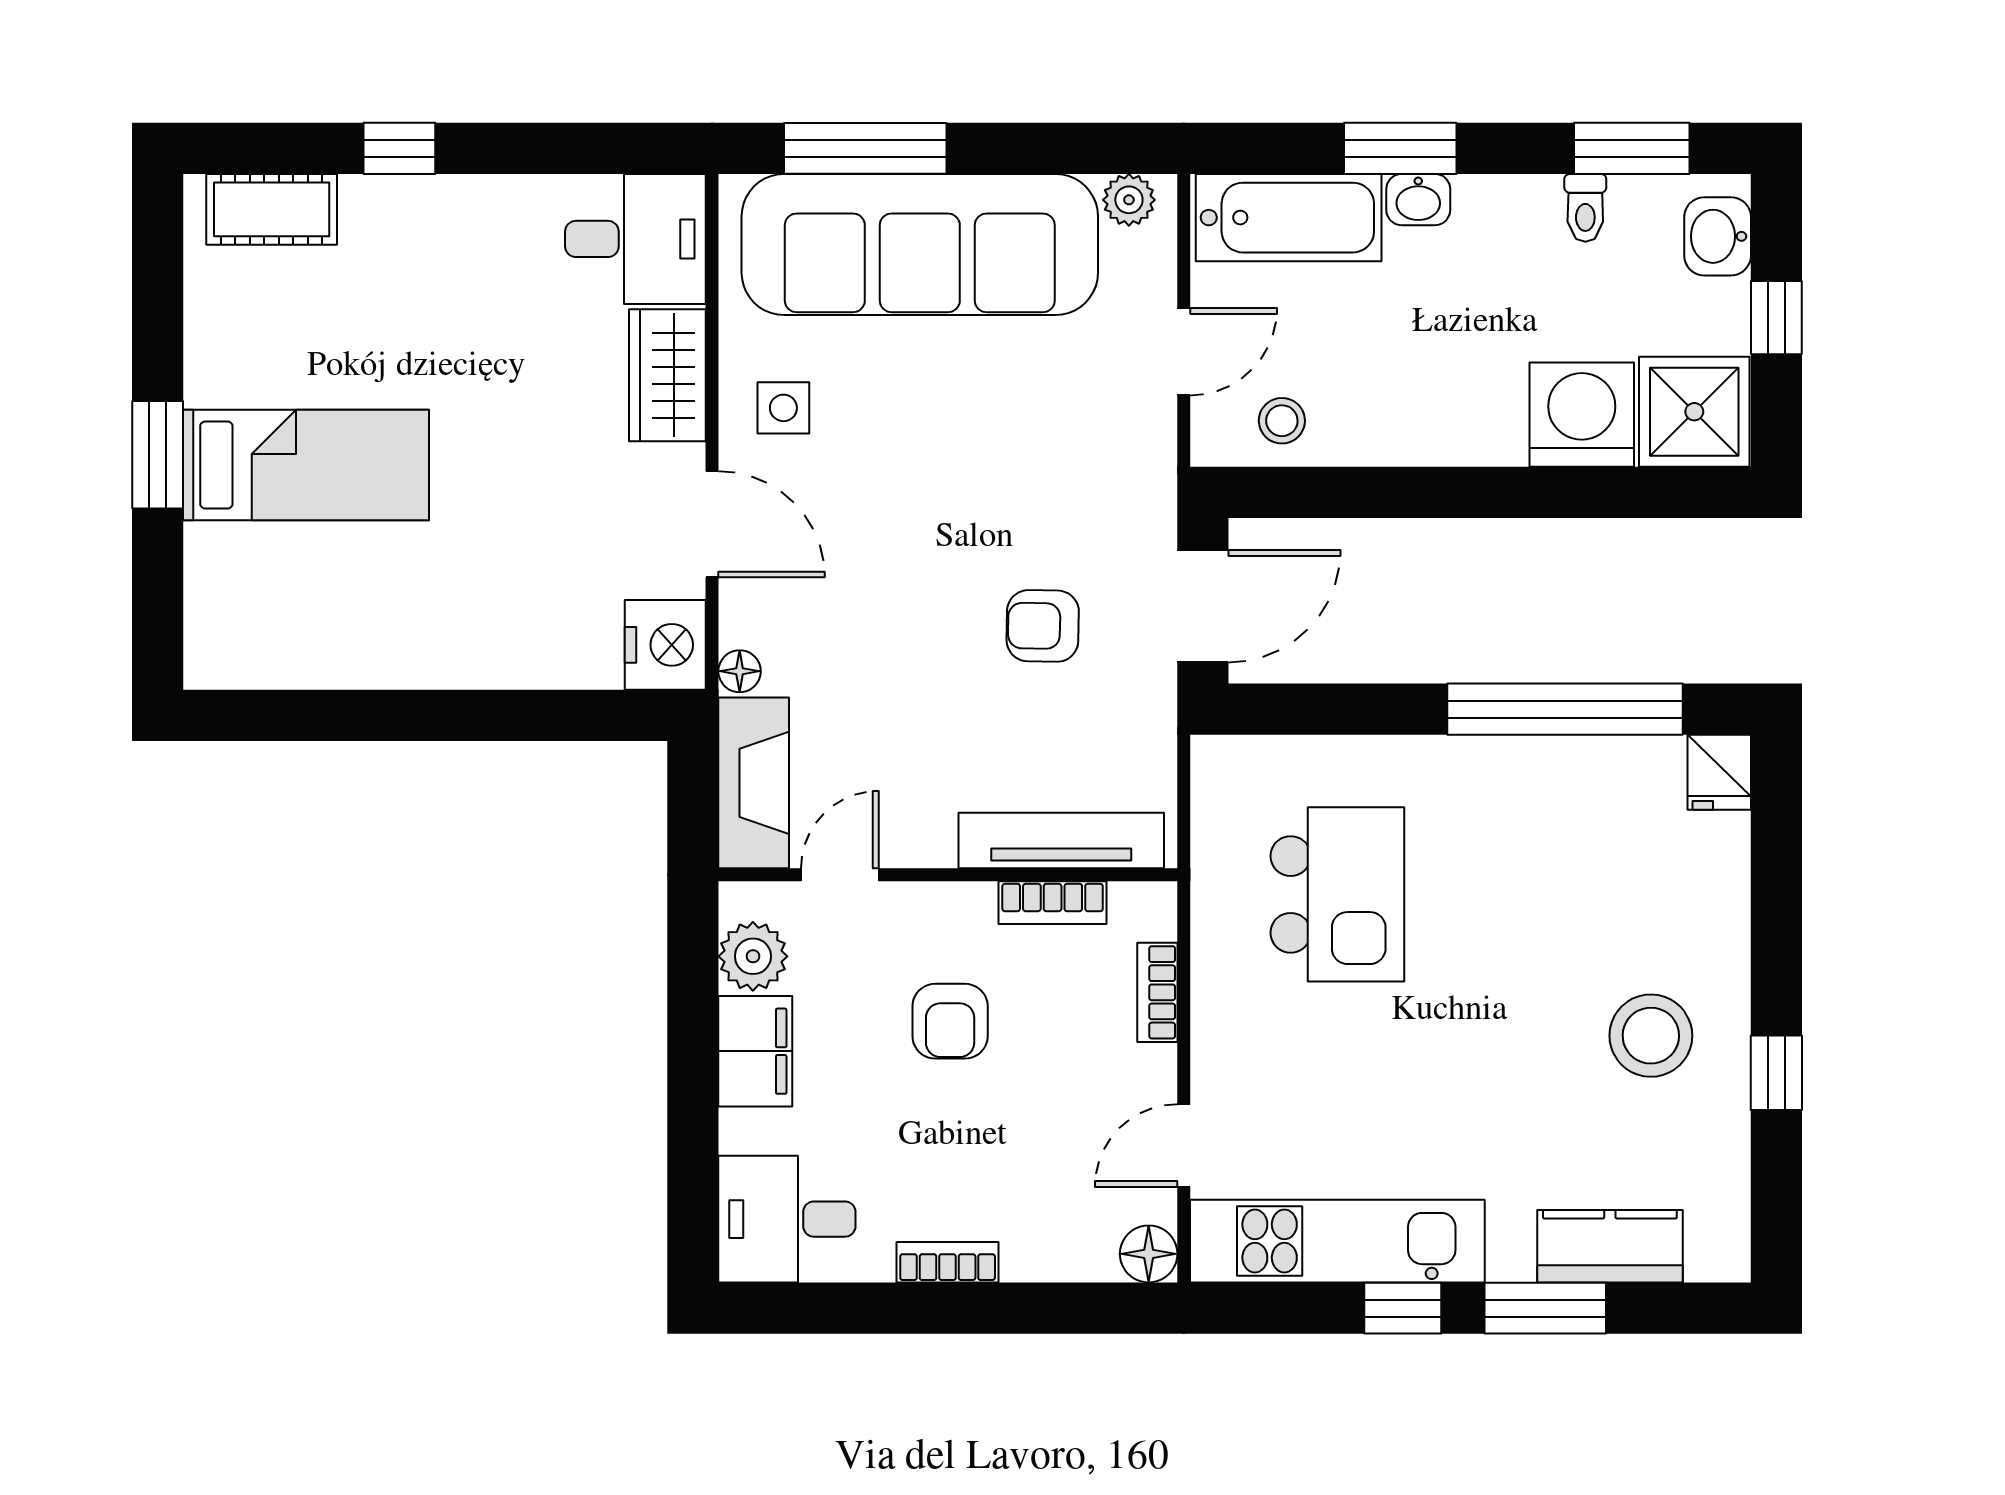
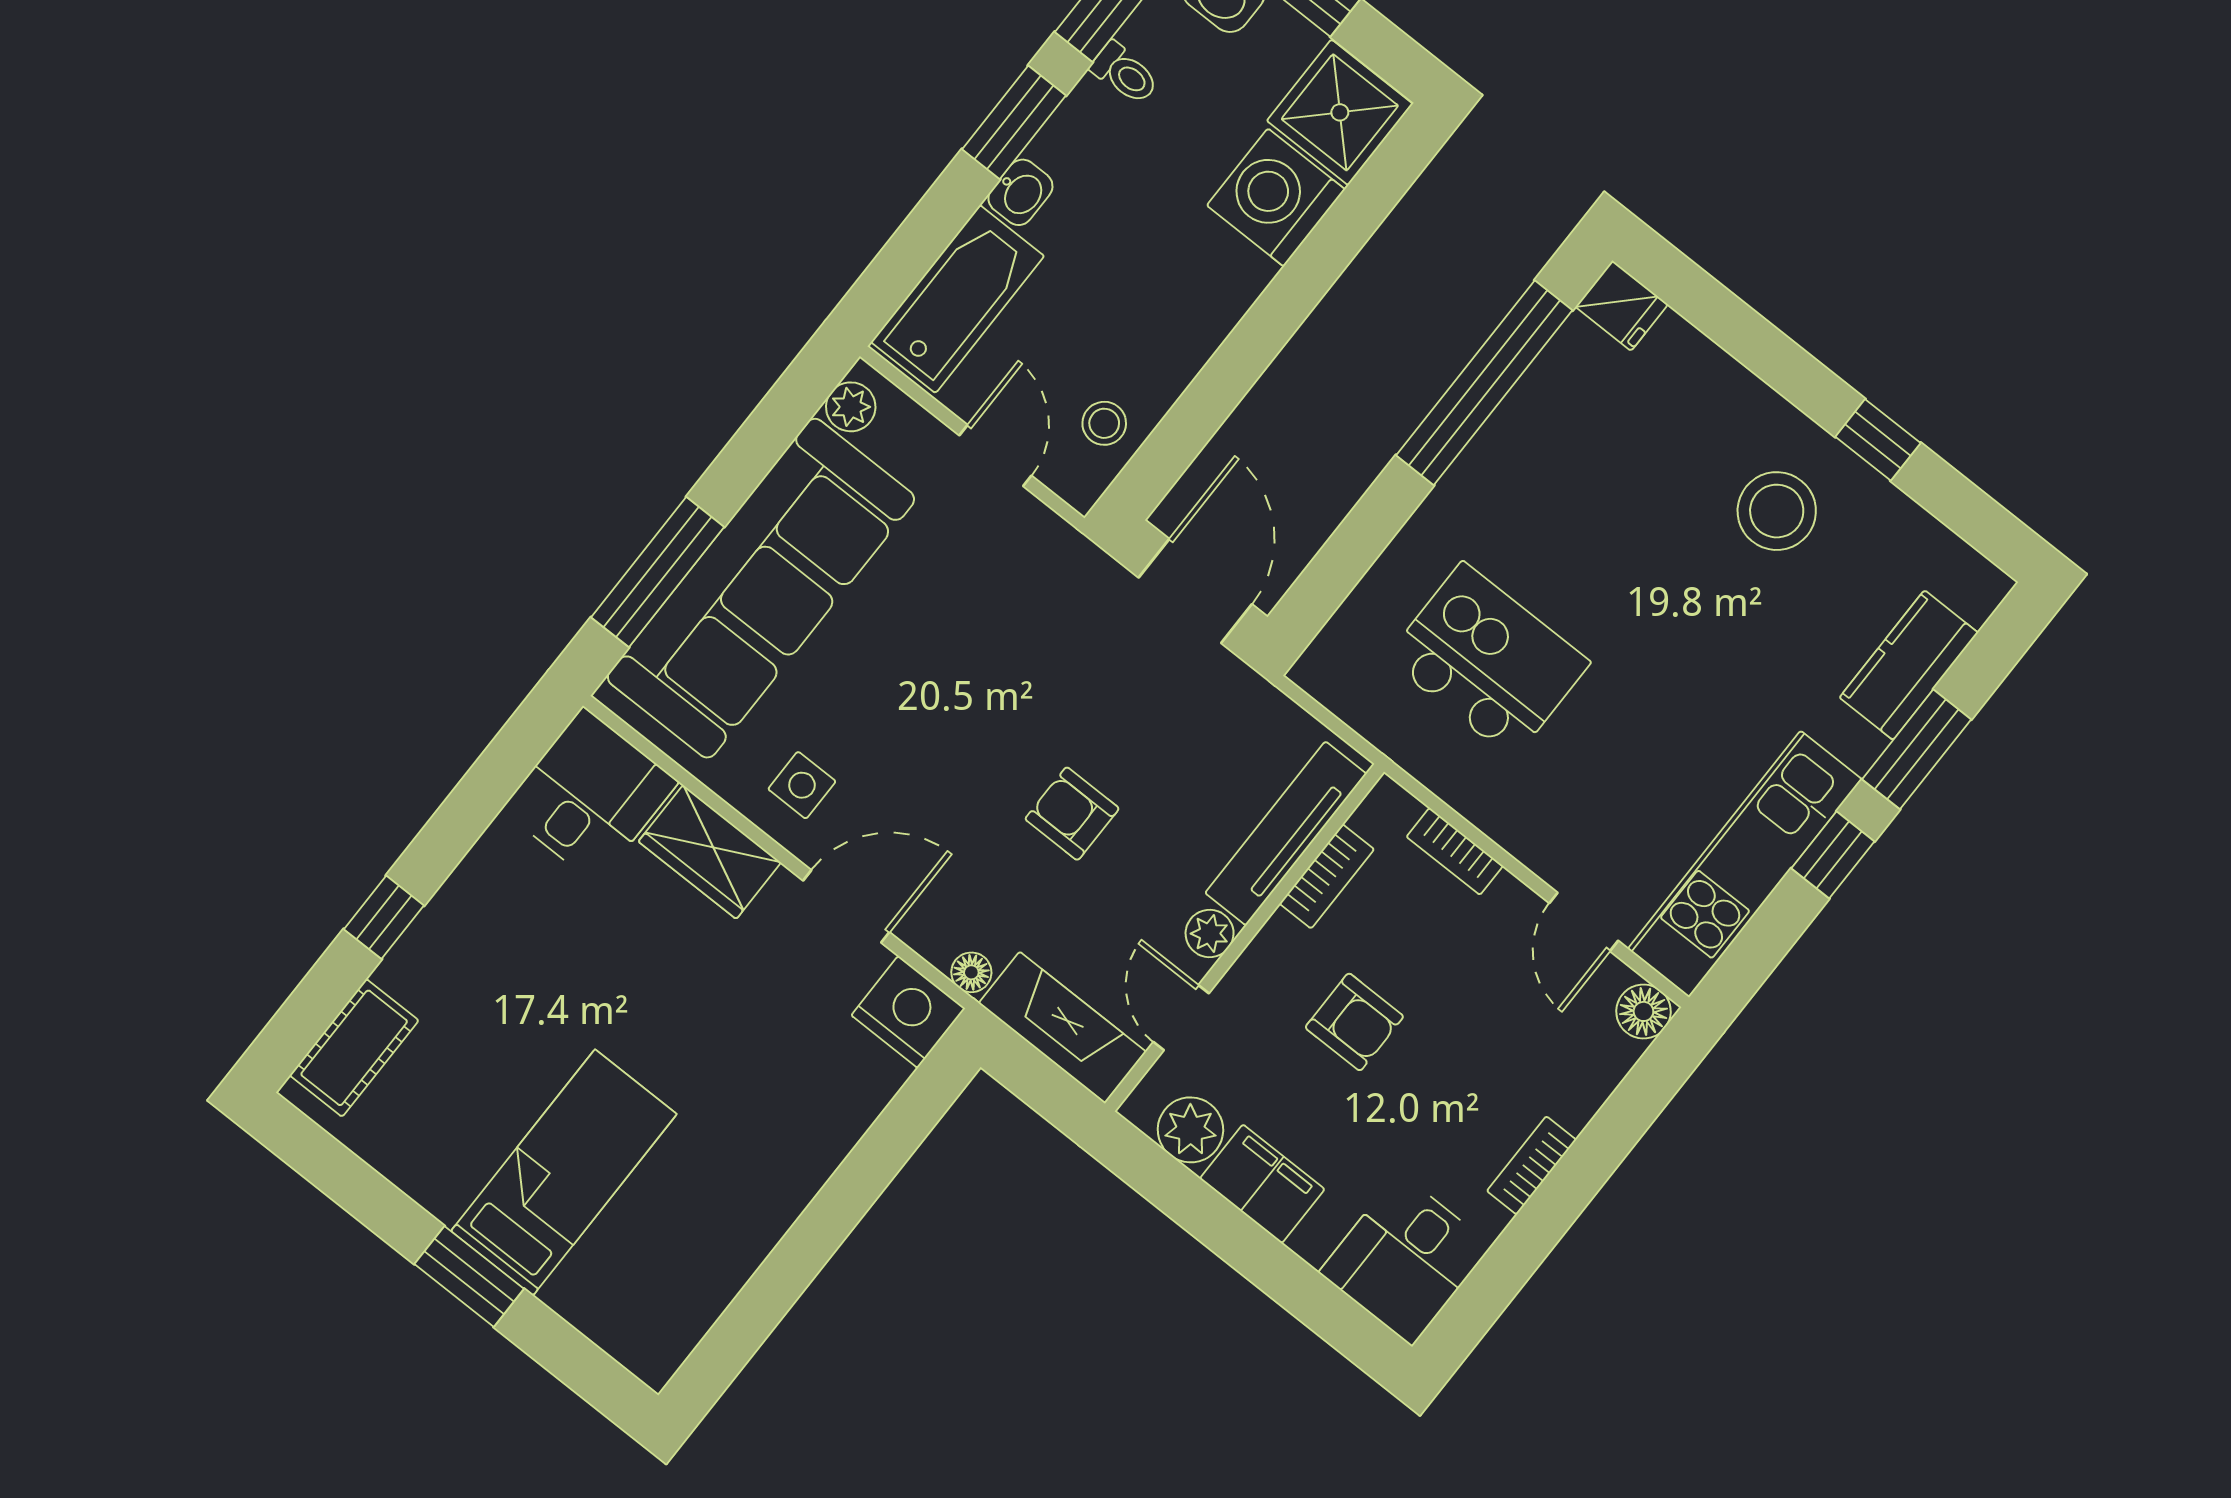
window: (1400, 148) -> (1014, 122), moved
armchair: (1043, 626) -> (1072, 814), moved, turned 89
plant: (928, 843) -> (1210, 933), added

